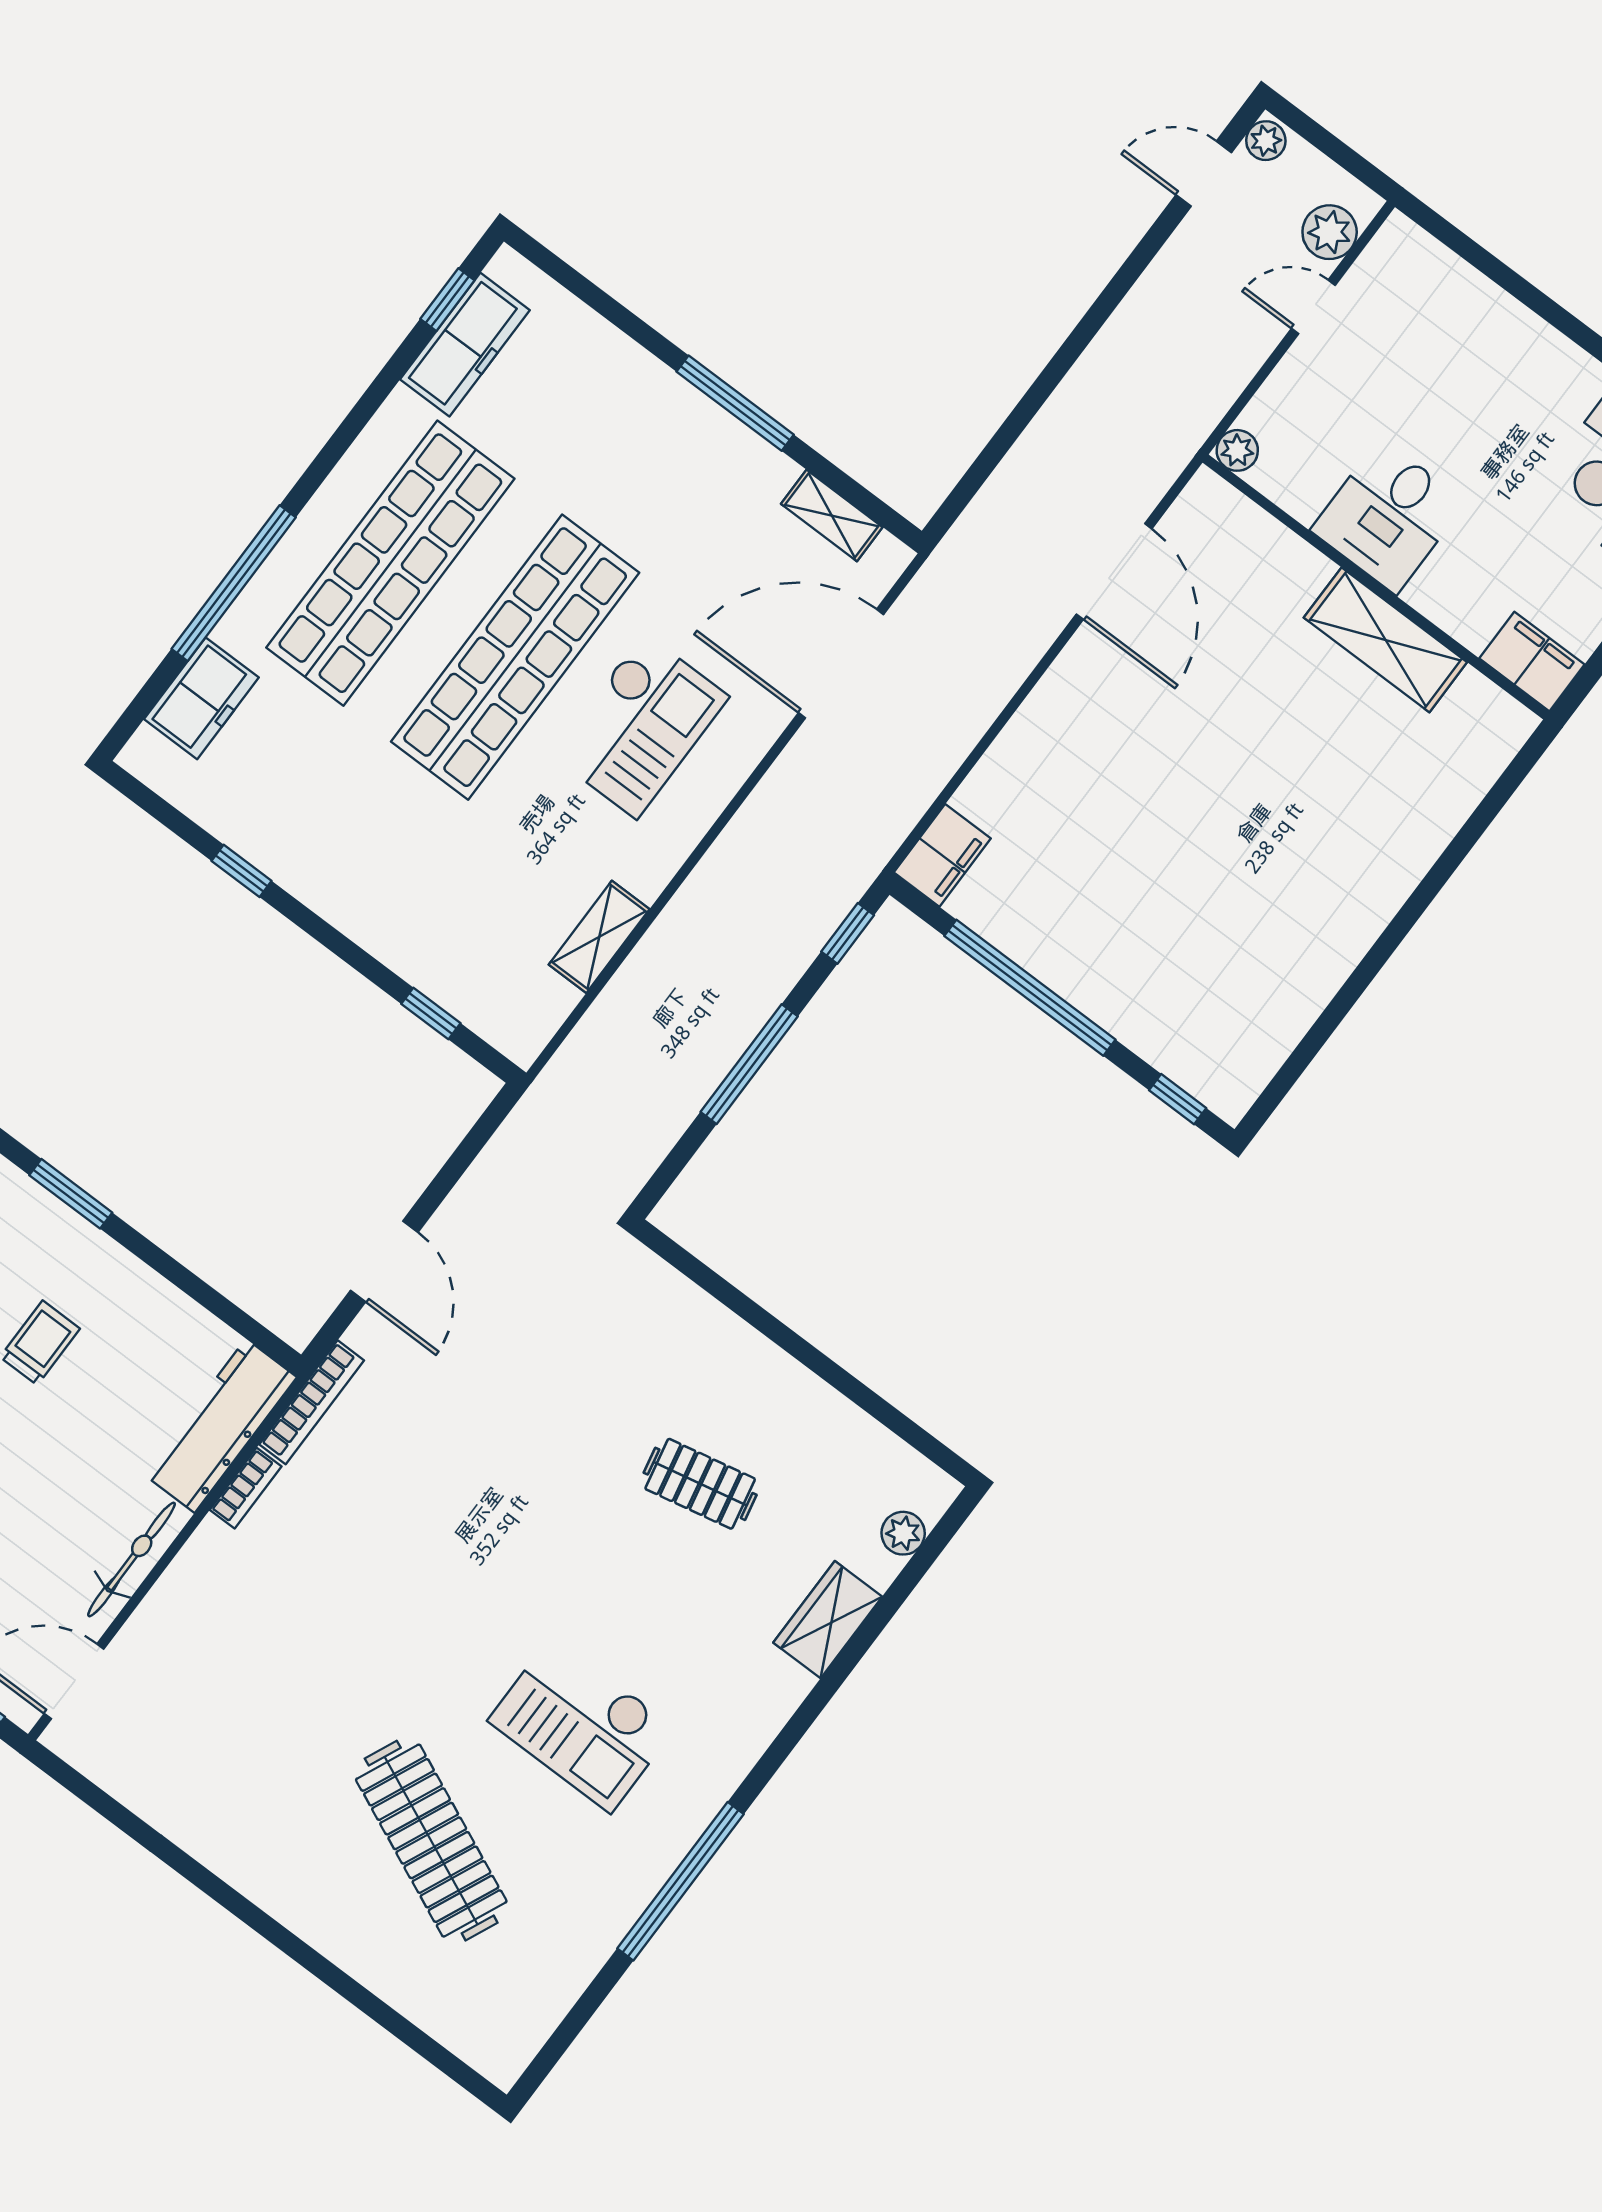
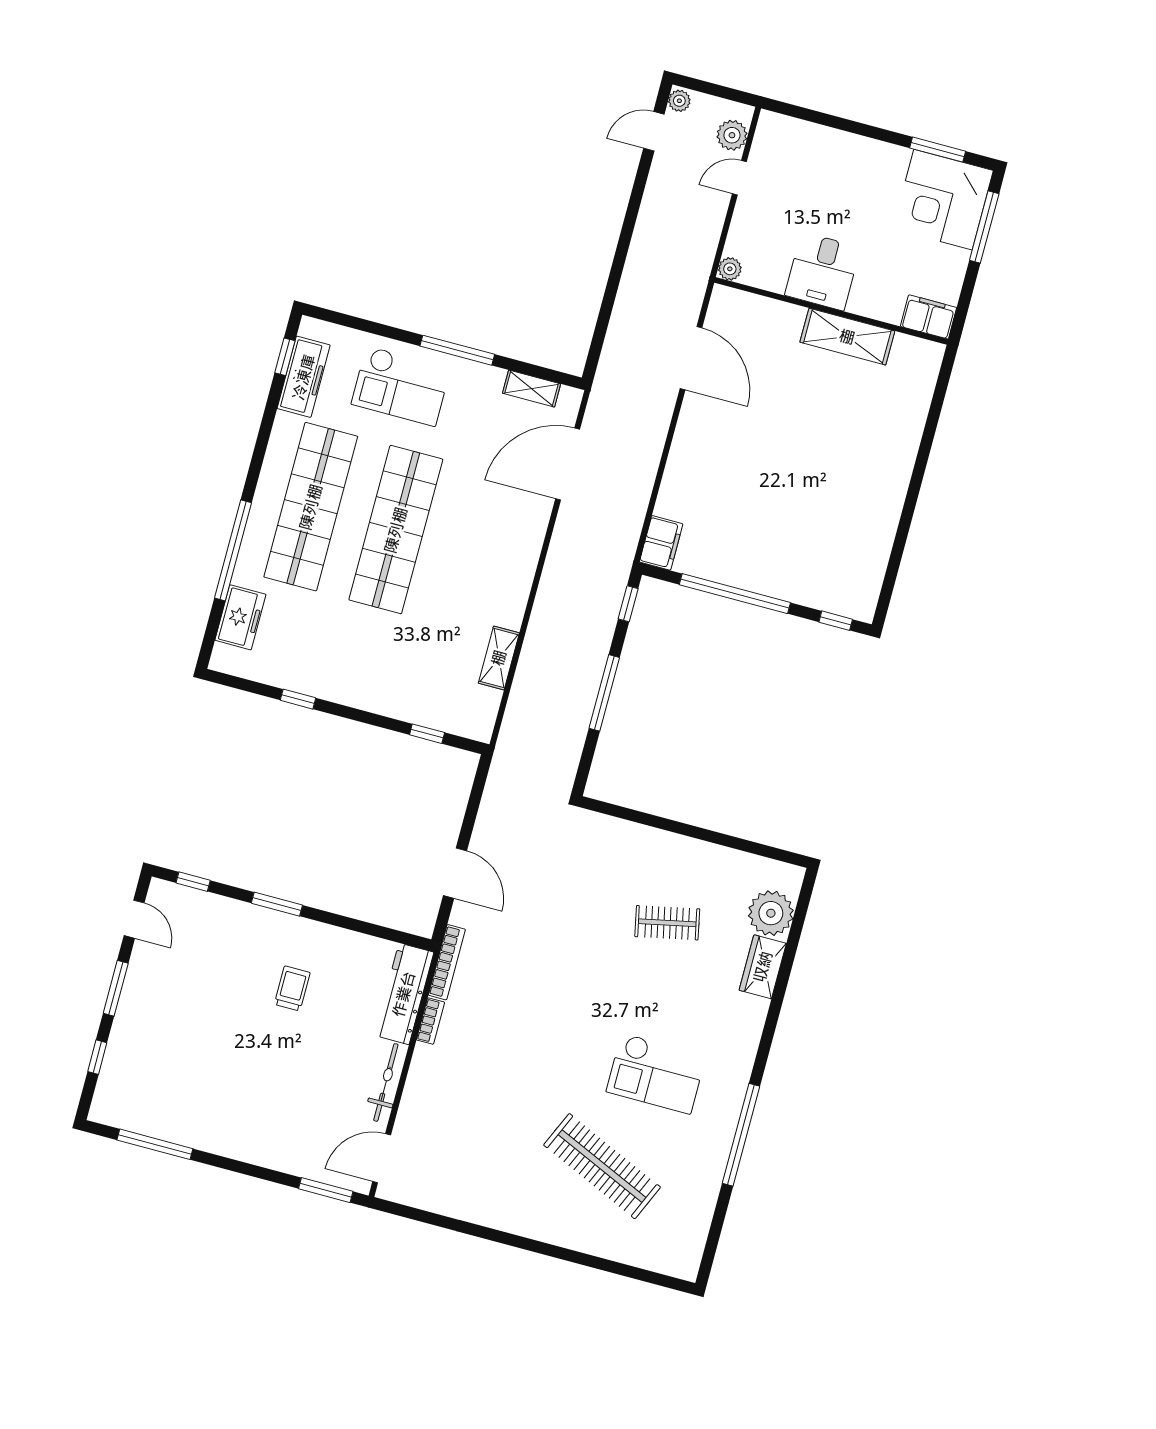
checkout: (640, 726) -> (401, 386), moved, turned 90
plant: (903, 1533) -> (771, 913), width x1.87, depth x1.87

